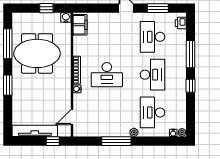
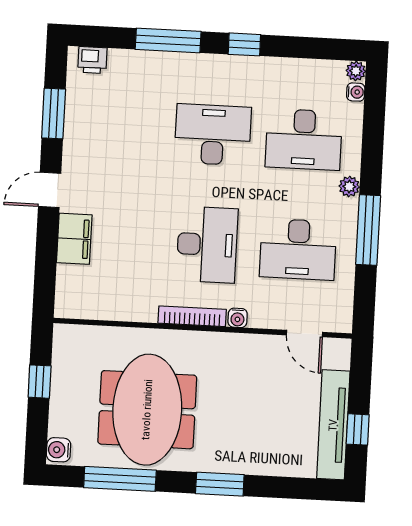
water cooler: (66, 18) -> (59, 450), moved
filing cabinet: (80, 25) -> (74, 239), moved, turned 90
desk: (152, 37) -> (298, 249), moved
window: (53, 141) -> (358, 429), moved

